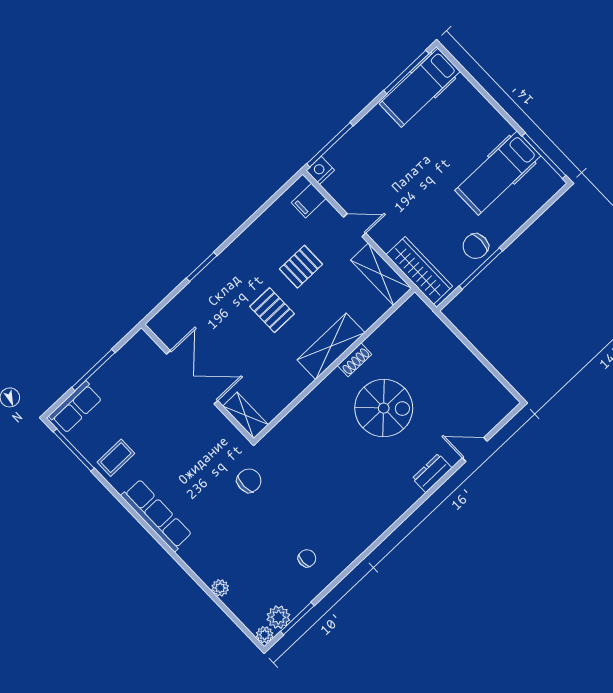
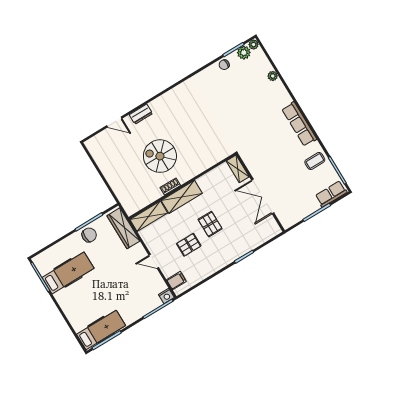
shelving: (381, 274) -> (149, 216), moved, turned 90
chair: (249, 481) -> (244, 132), removed
chair: (307, 558) -> (224, 65), moved

